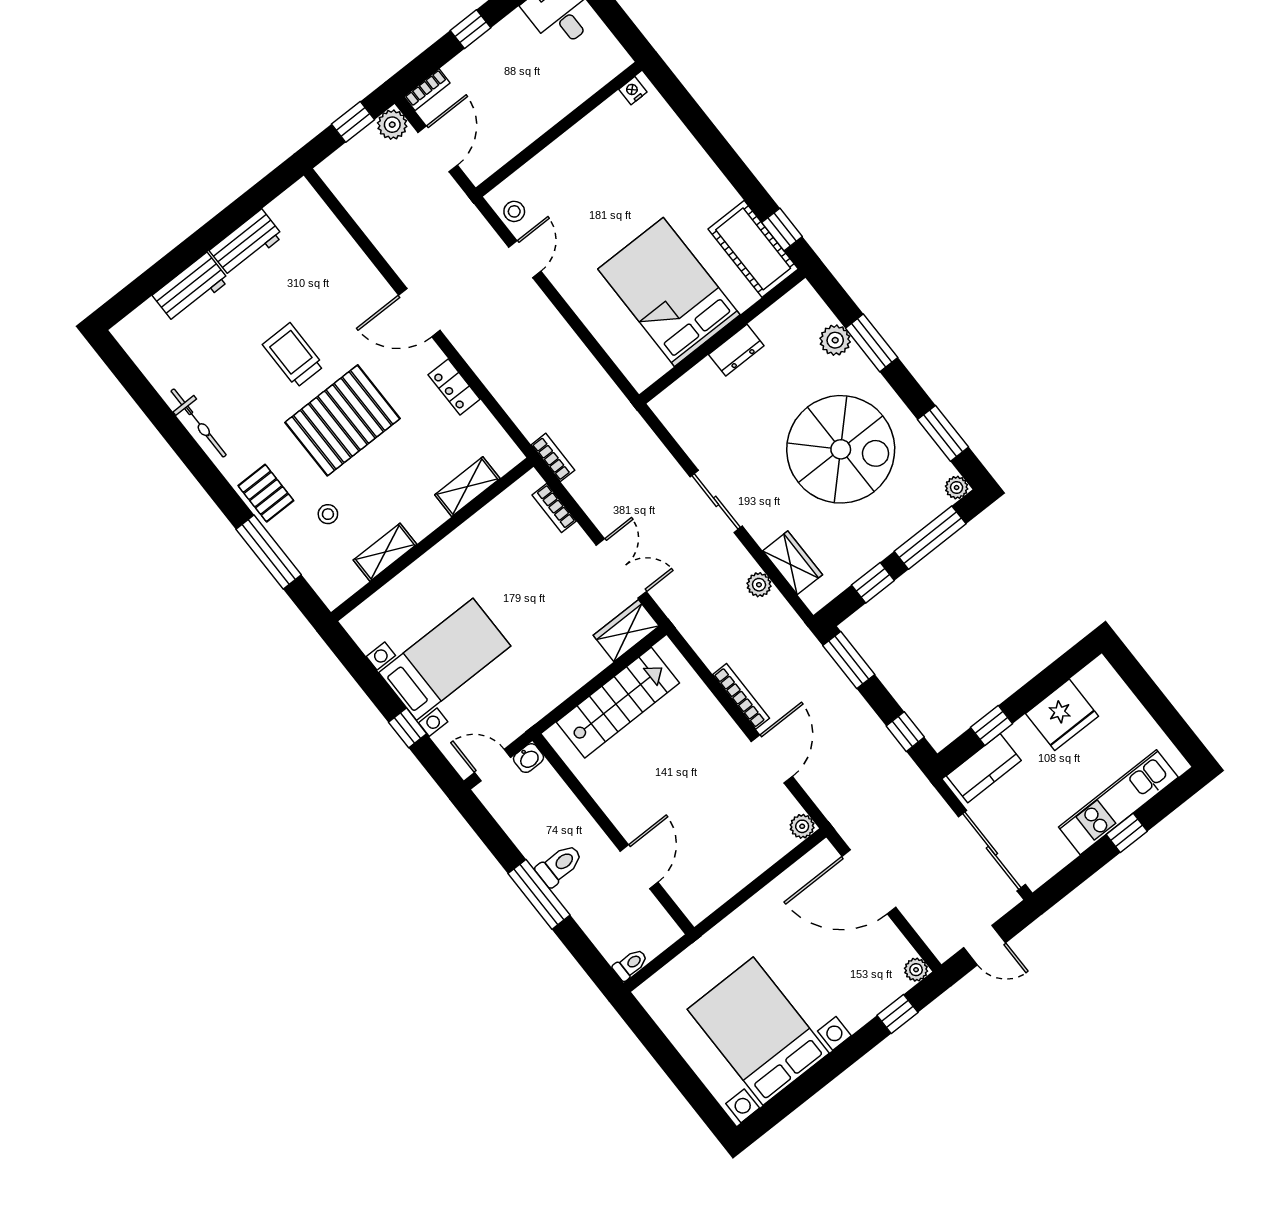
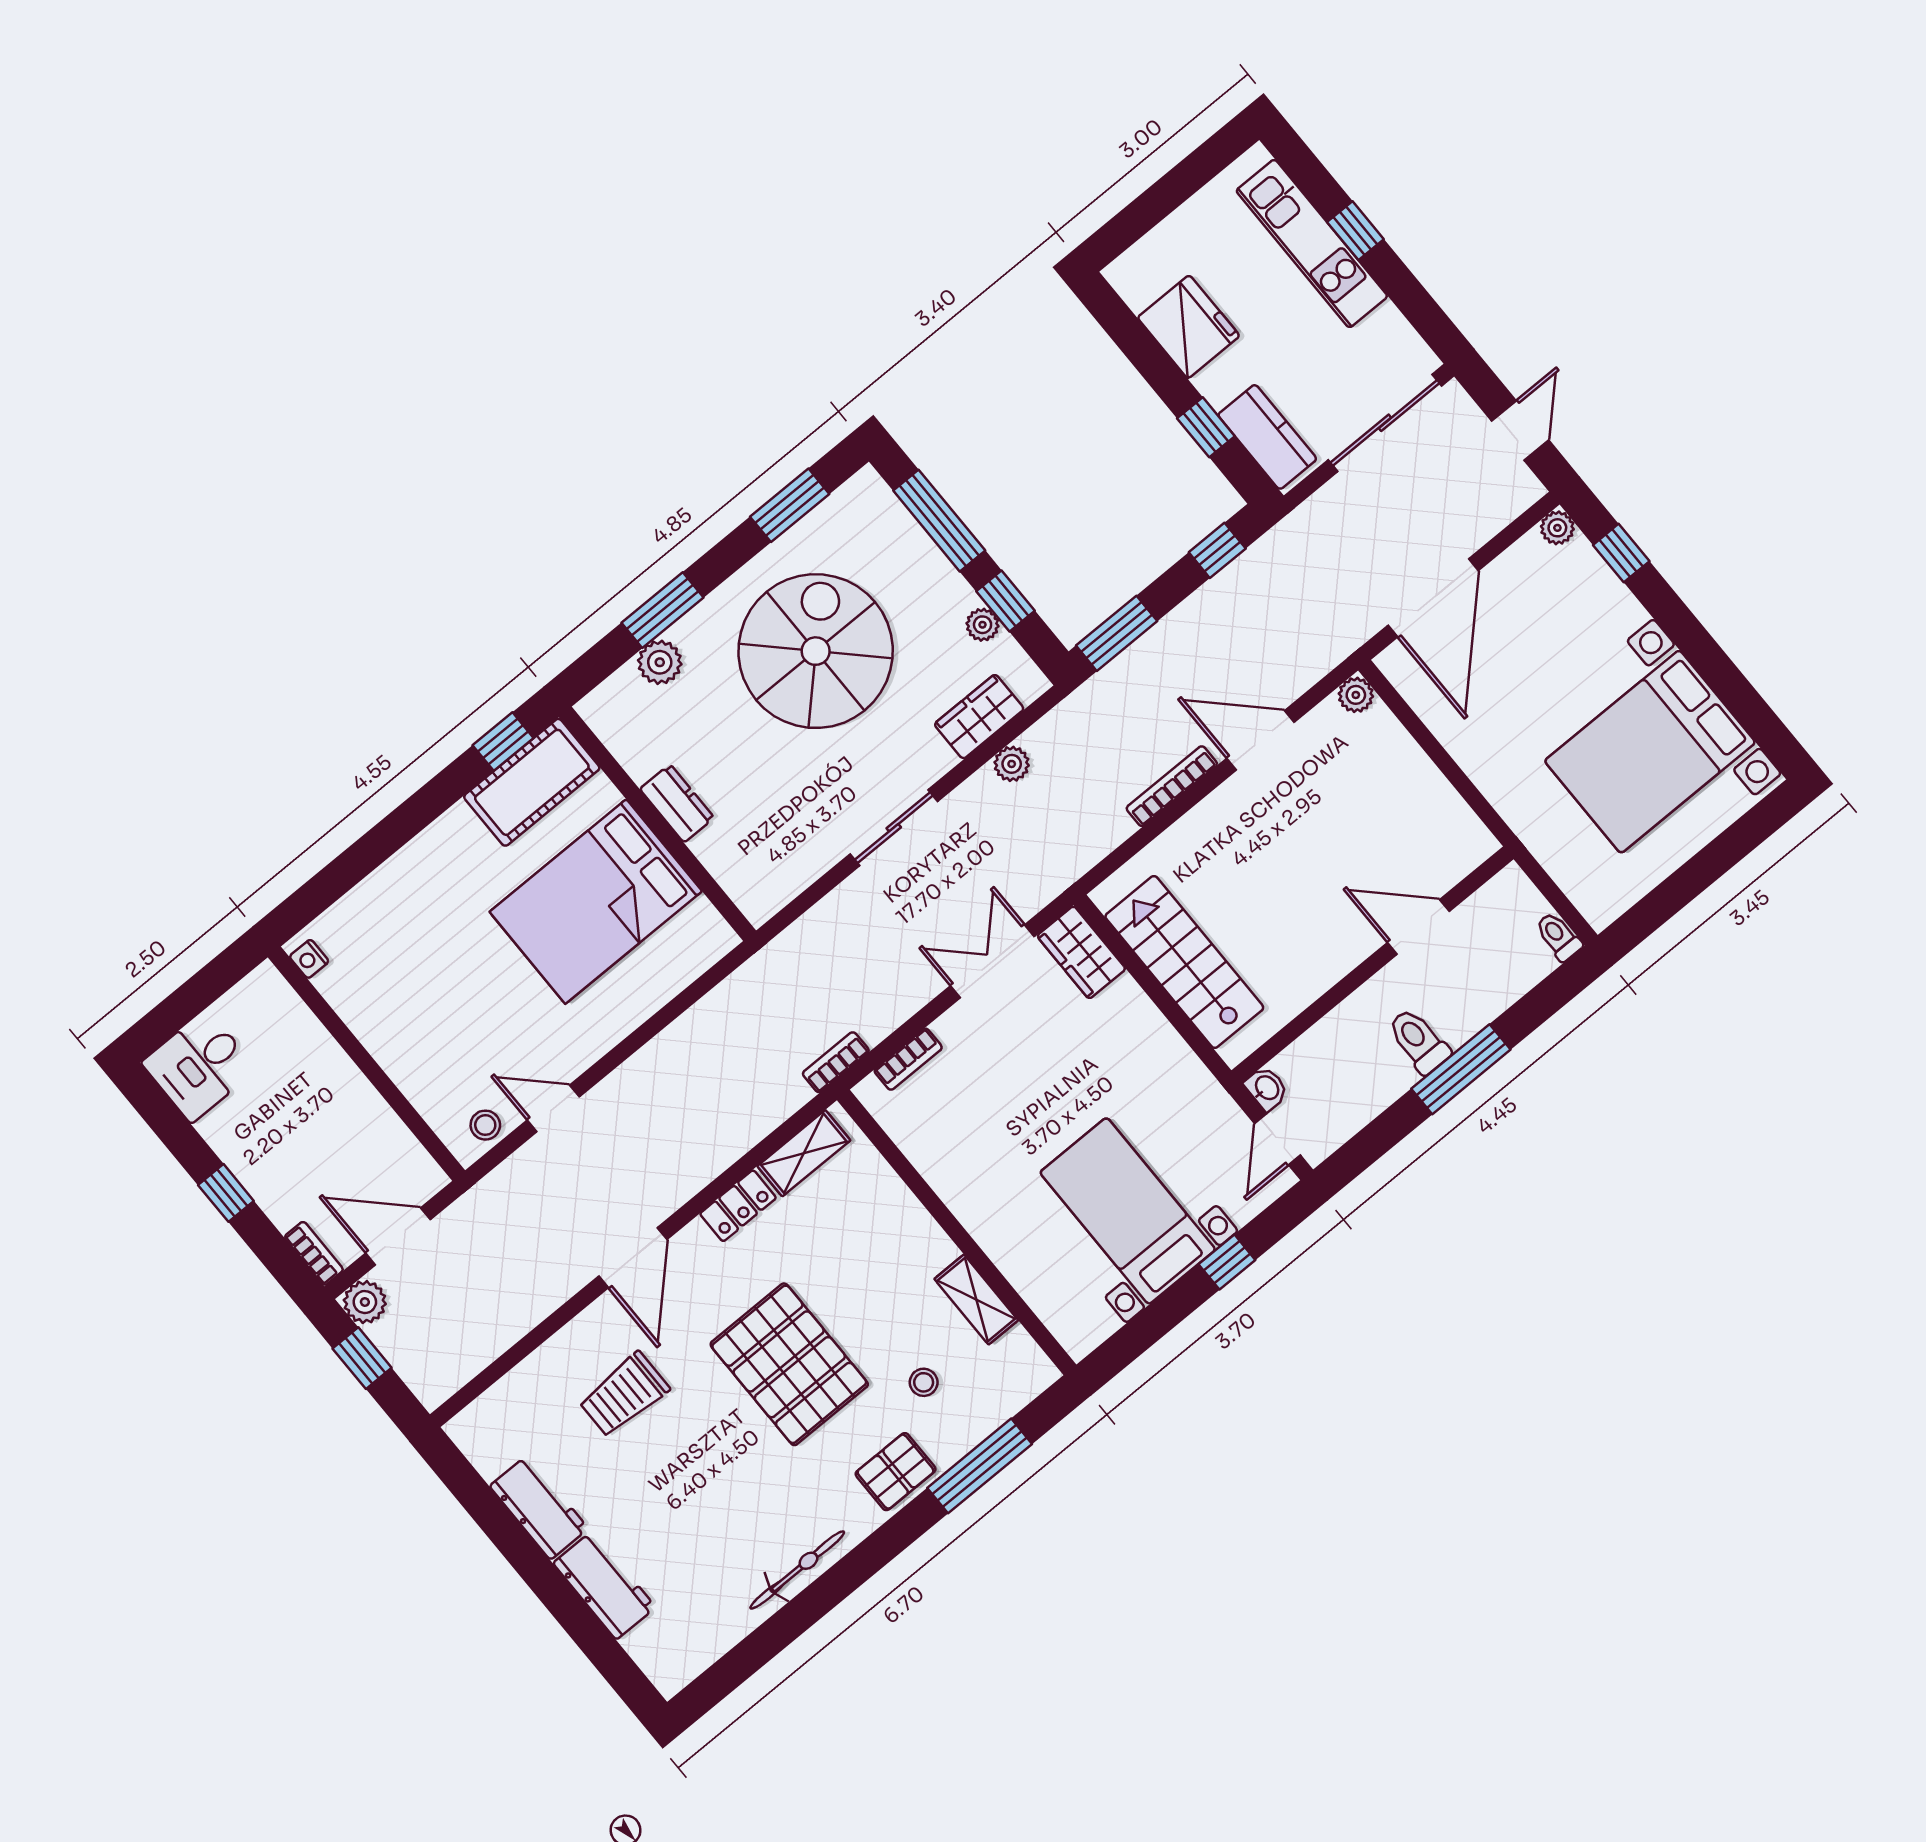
trolley: (293, 355) -> (624, 1395), moved
shelving: (467, 487) -> (804, 1153), moved, turned 90
plant: (957, 488) -> (983, 625), moved

